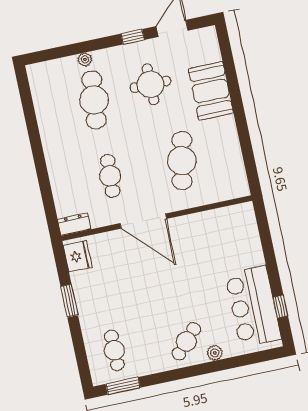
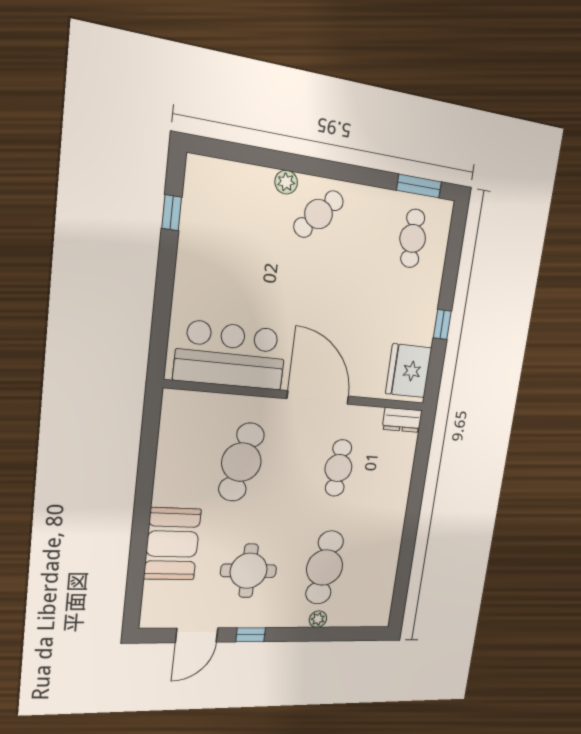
fridge: (78, 256) -> (409, 371), width x1.36, depth x1.34
window: (69, 301) -> (442, 325), width x0.67
bar counter: (253, 306) -> (231, 355), moved, turned -90

